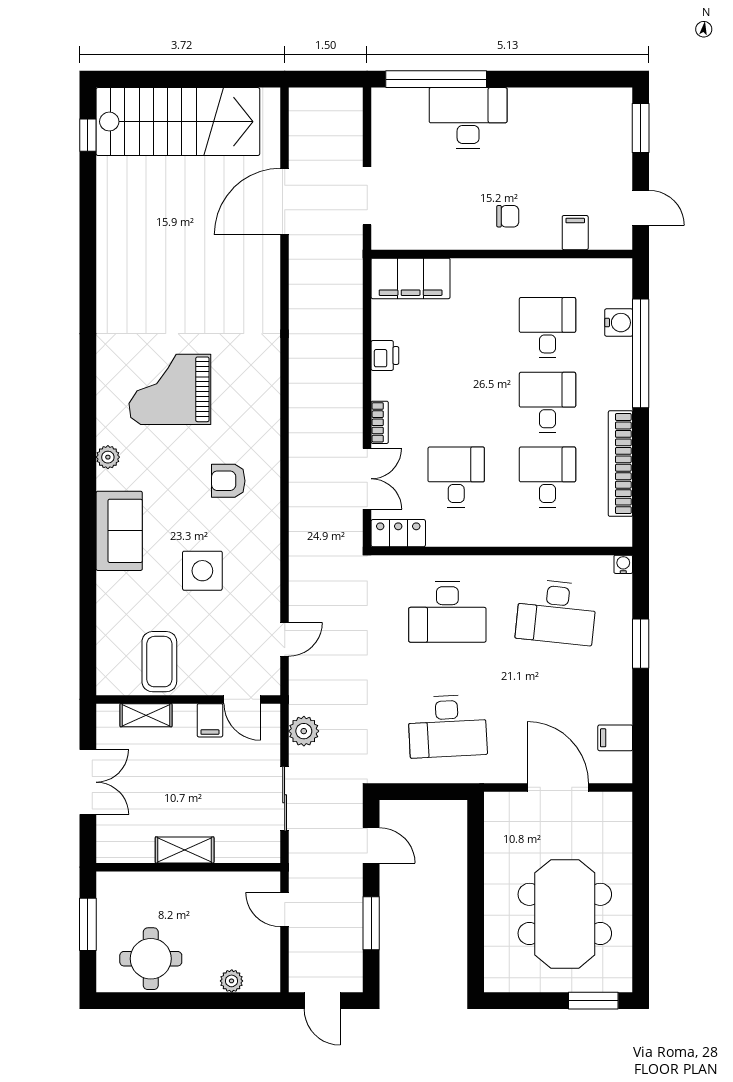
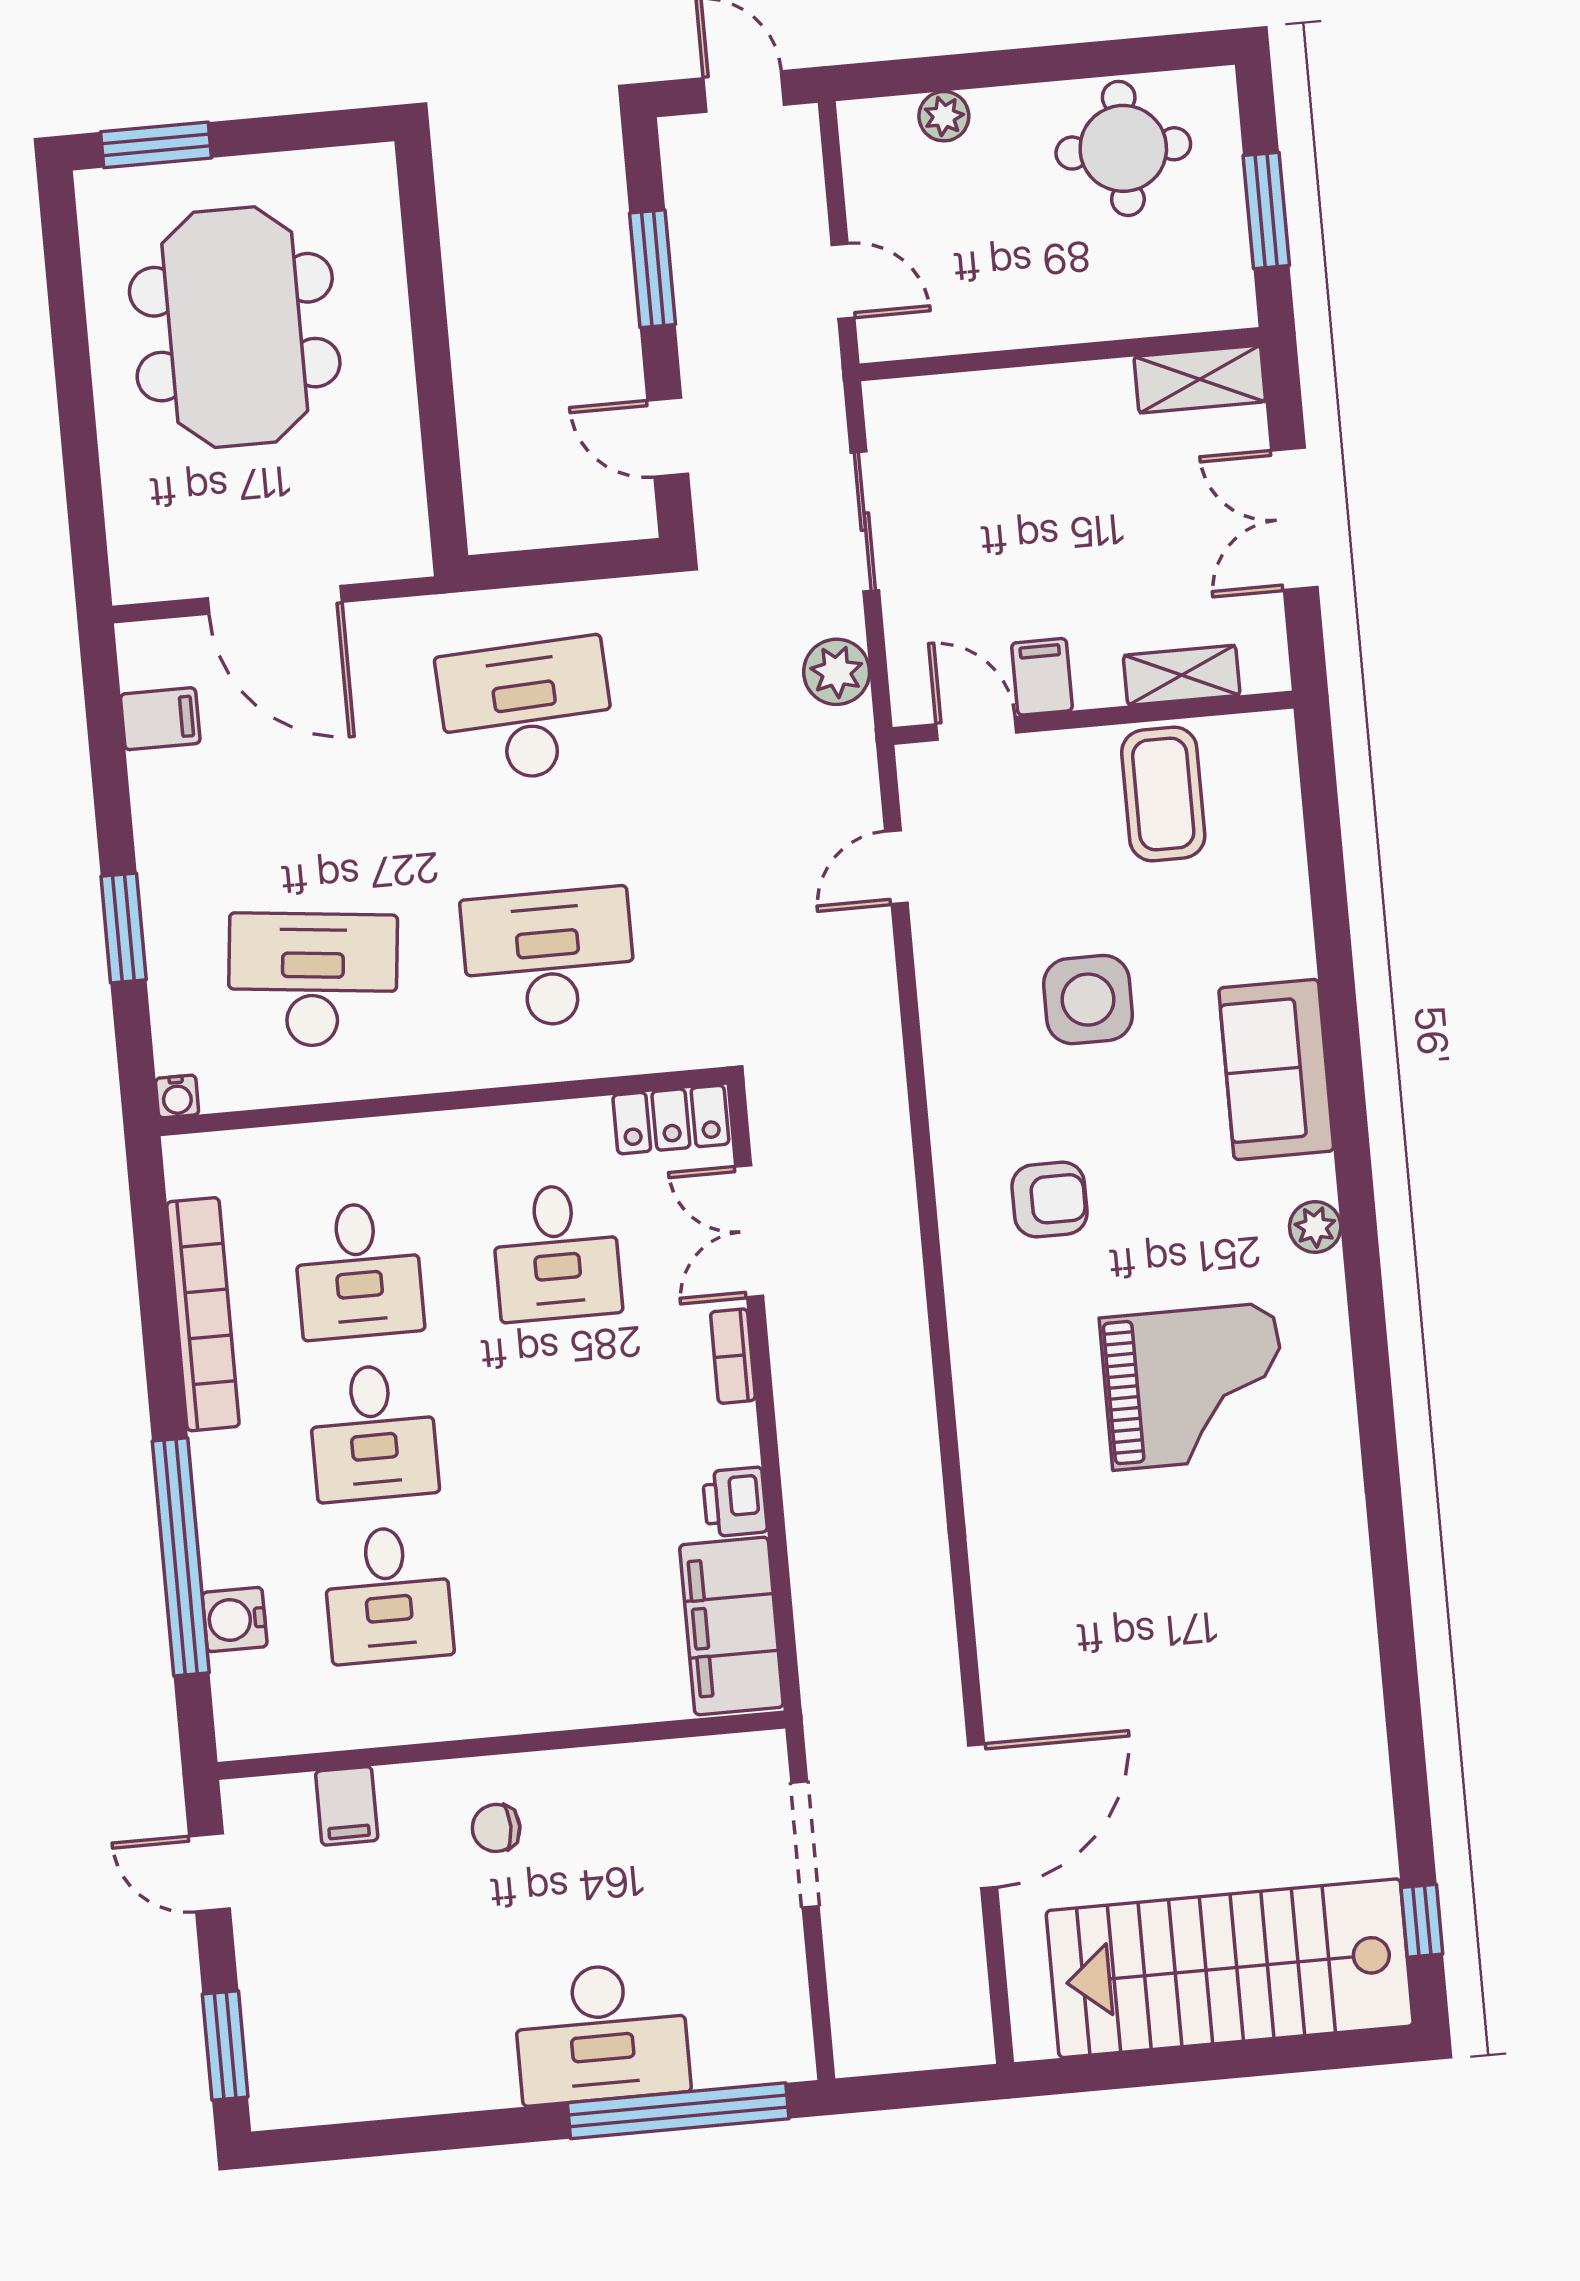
filing cabinet: (411, 278) -> (731, 1626), moved, turned -90
shelving: (185, 850) -> (1200, 379), moved

